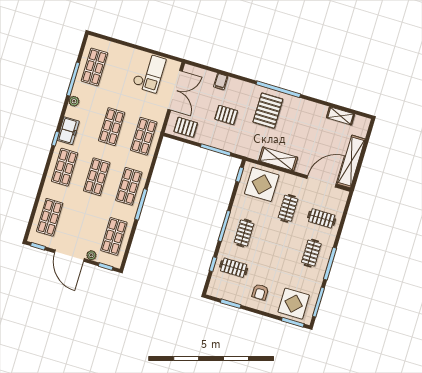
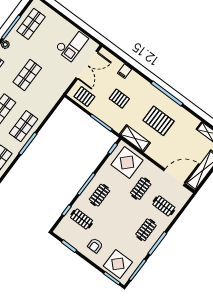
pallet: (268, 111) -> (159, 121), moved, turned 90
shop shelf: (144, 136) -> (49, 92), removed
shelving: (278, 159) -> (135, 138), moved

